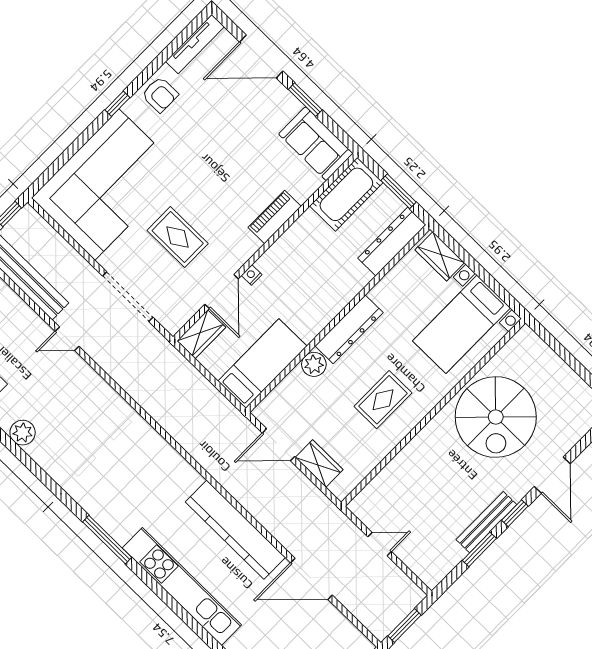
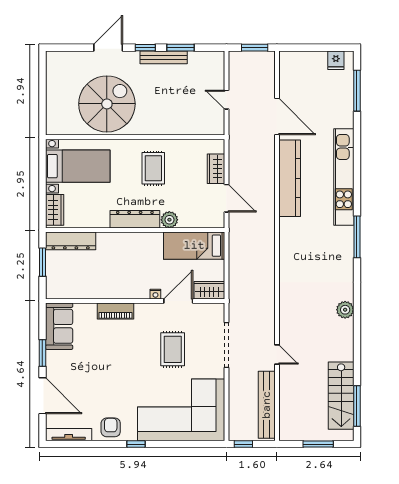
cot: (346, 194) -> (69, 286), removed
rug: (383, 400) -> (153, 168), turned 90
plant: (23, 433) -> (345, 310), moved

